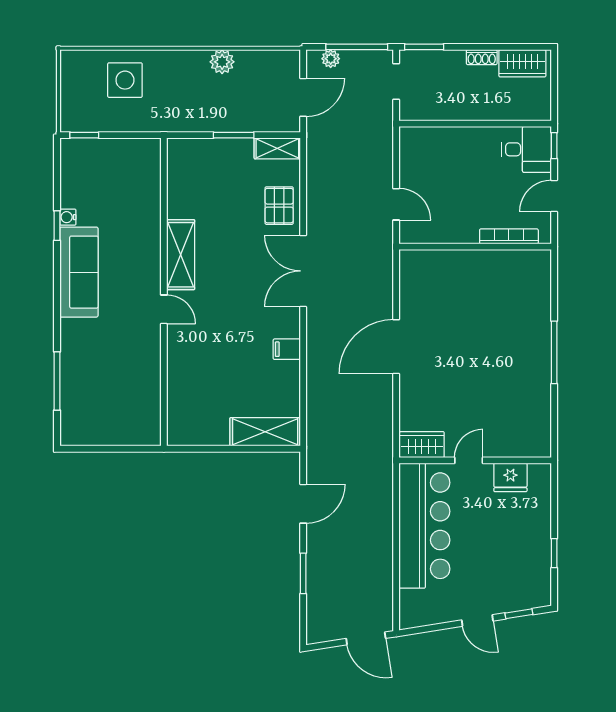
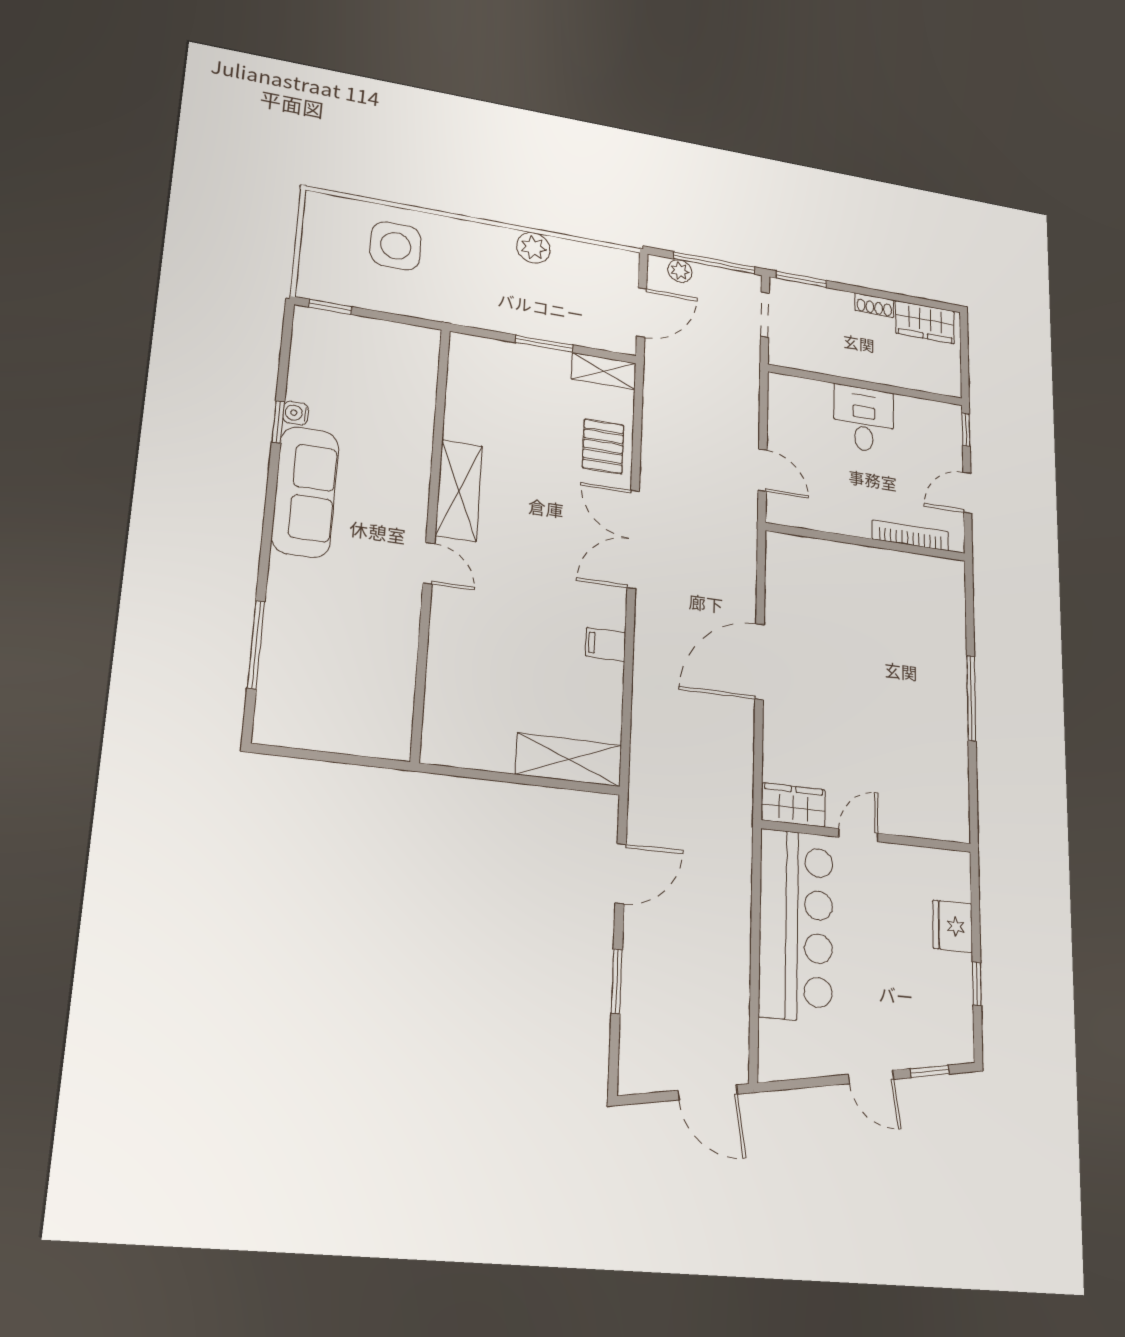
desk: (526, 149) -> (864, 419), moved, turned -90
fridge: (510, 477) -> (953, 926), moved, turned 90

